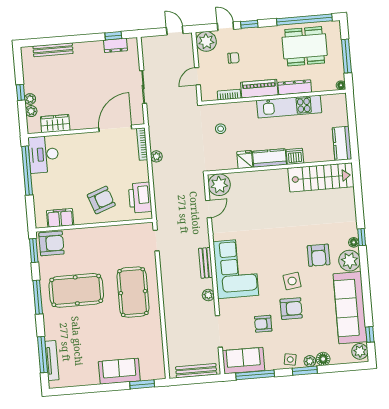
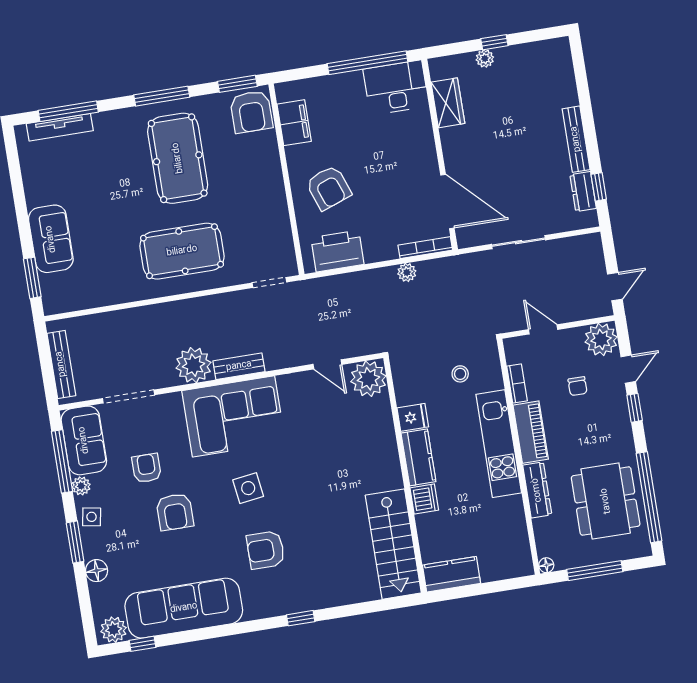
bench: (53, 50) -> (576, 139), moved
kitchen unit: (289, 107) -> (499, 444), moved
plant: (31, 111) -> (465, 62), removed
floor lamp: (354, 242) -> (291, 606), removed
plant: (350, 261) -> (261, 601), removed
side table: (292, 281) -> (248, 488), moved
plant: (208, 295) -> (194, 365), width x1.88, depth x1.88
plant: (310, 361) -> (81, 486), moved

